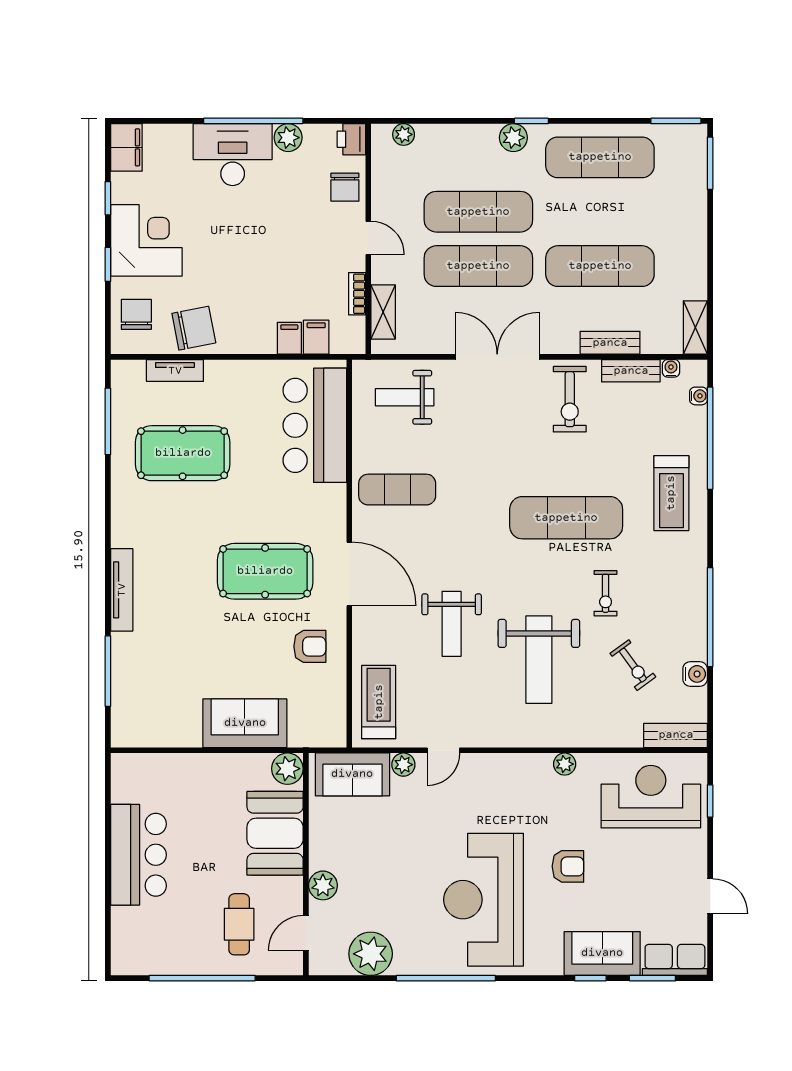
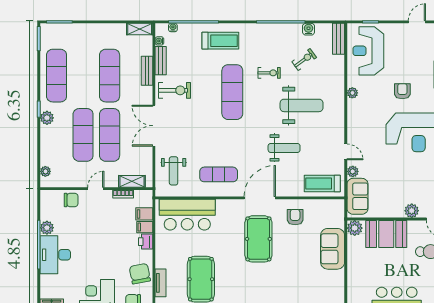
printer: (351, 139) -> (146, 242), moved, turned 90
exercise mat: (397, 490) -> (219, 174), turned 90

